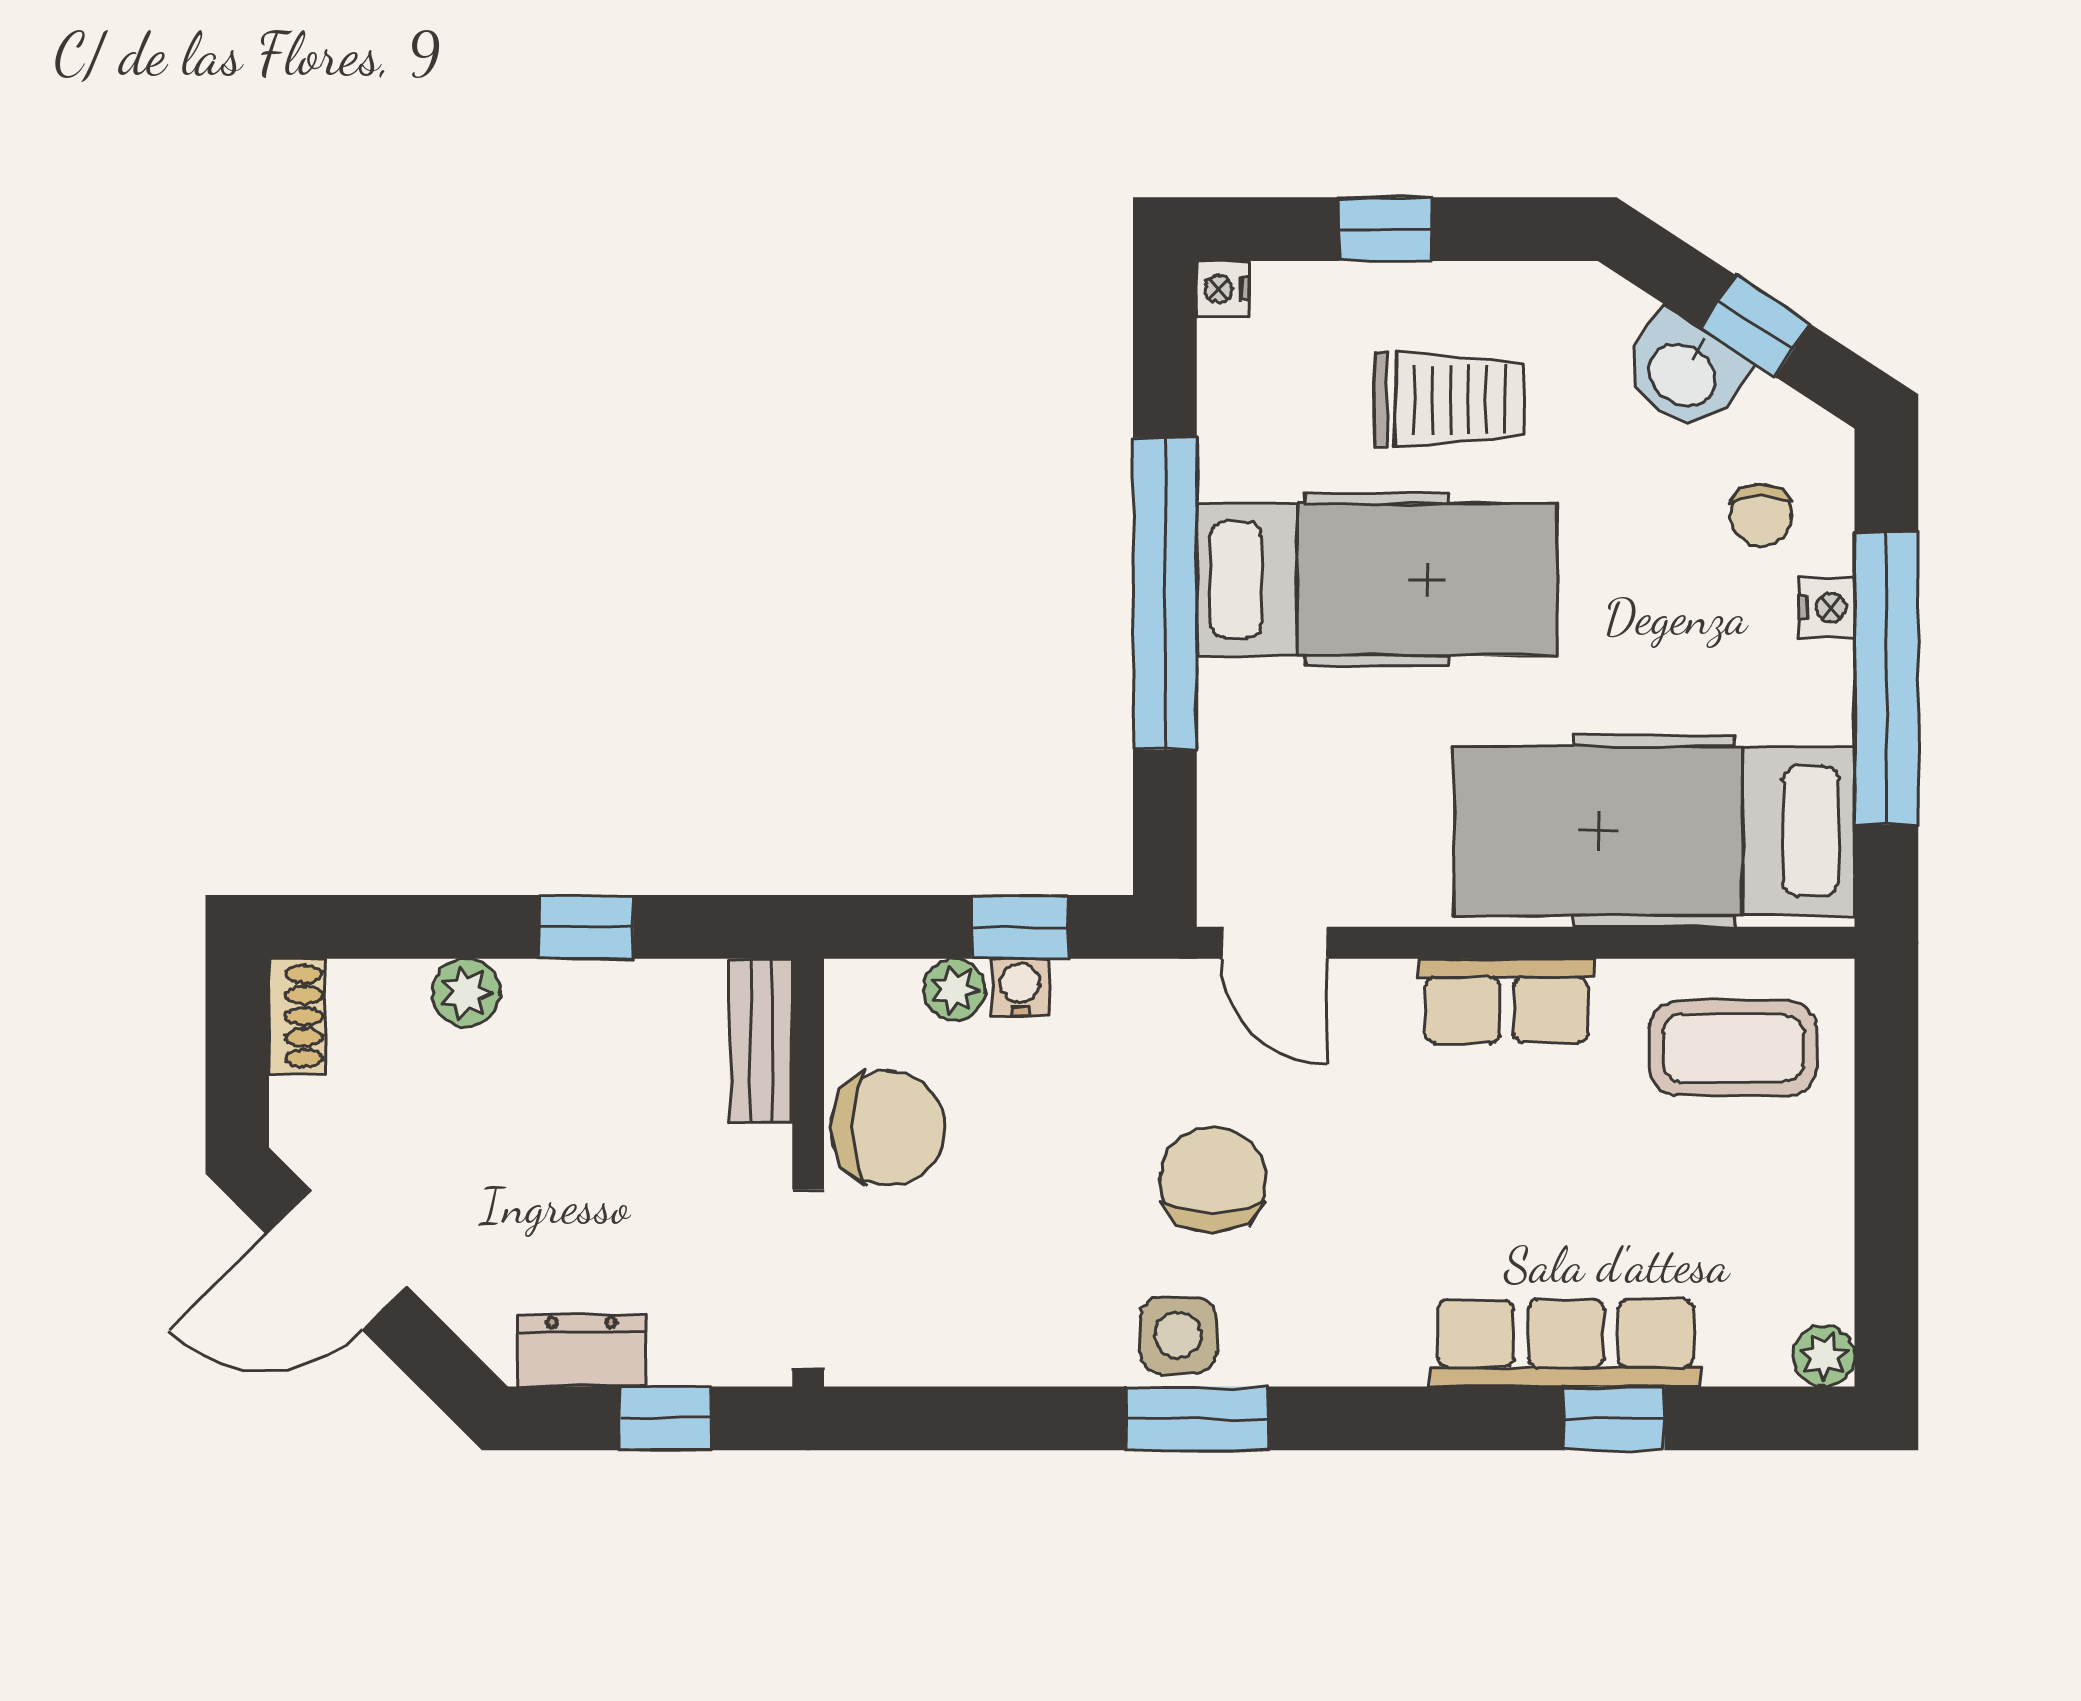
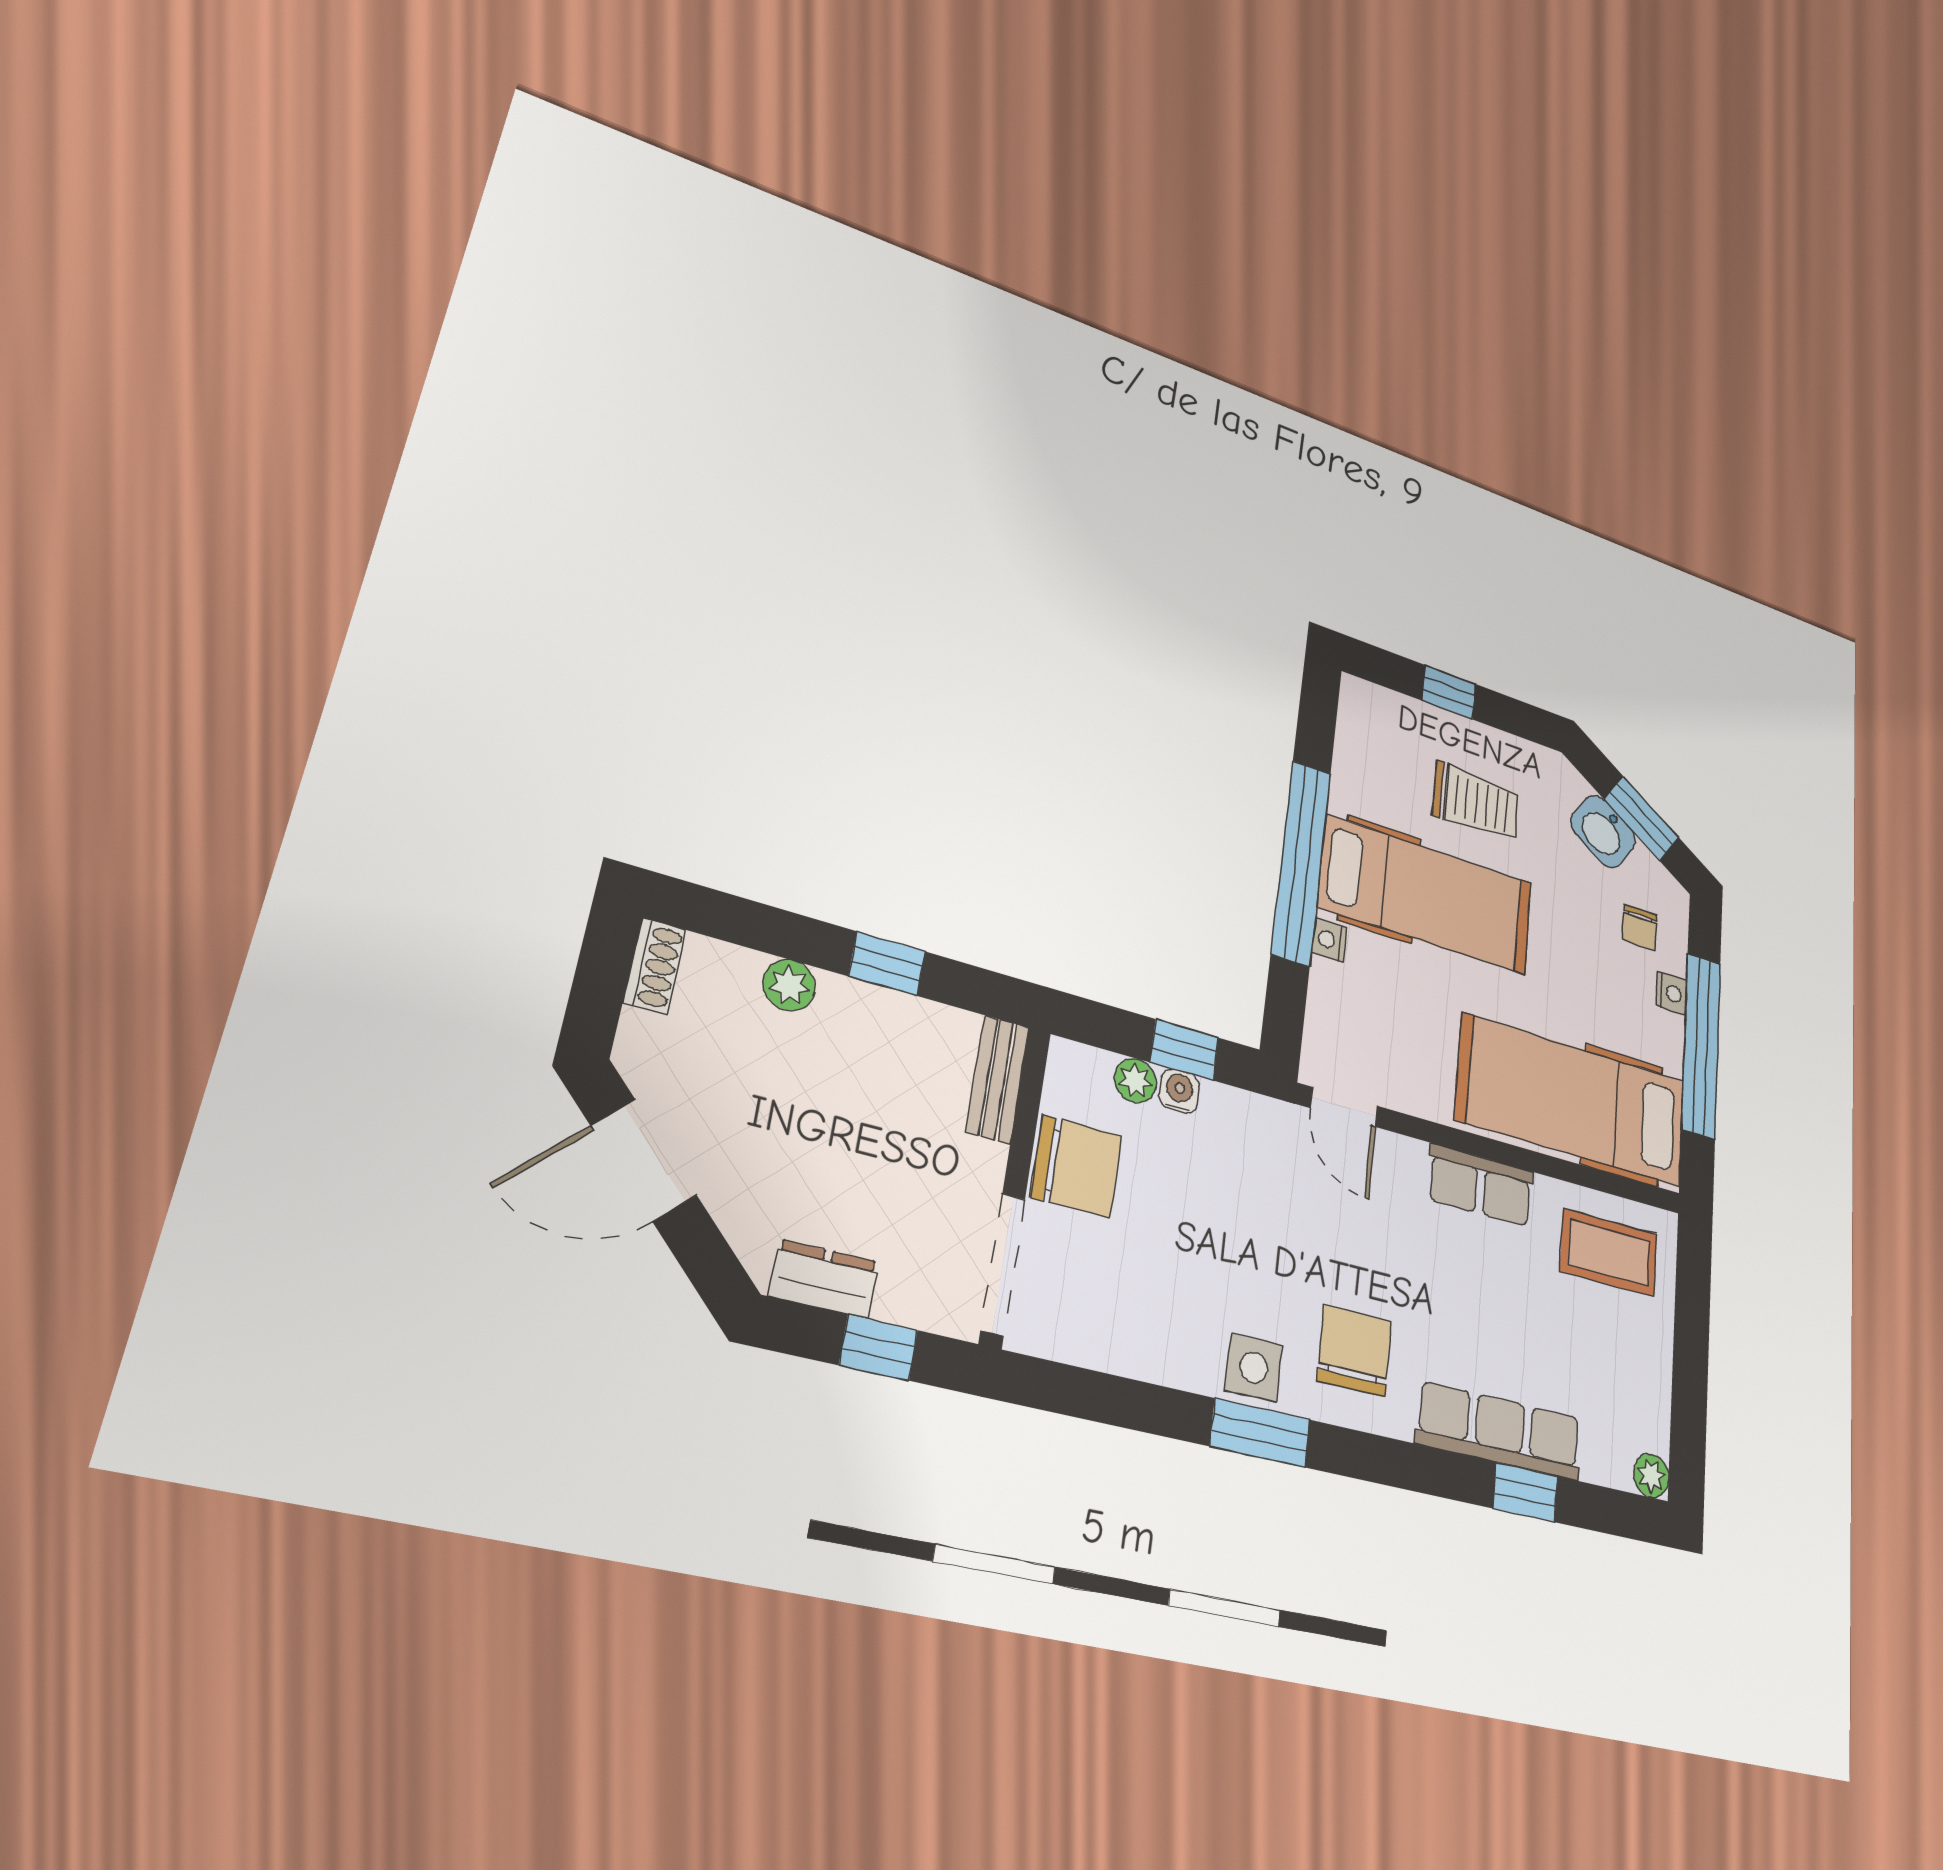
nightstand: (1223, 289) -> (1329, 940), moved
window: (1755, 326) -> (1641, 818), width x1.50
chair: (1213, 1180) -> (1355, 1351), moved

